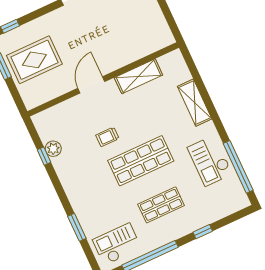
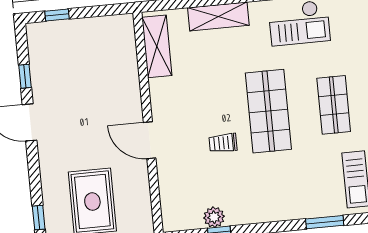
shelving: (138, 76) -> (157, 46), moved
trolley: (107, 137) -> (223, 143), turned 90

